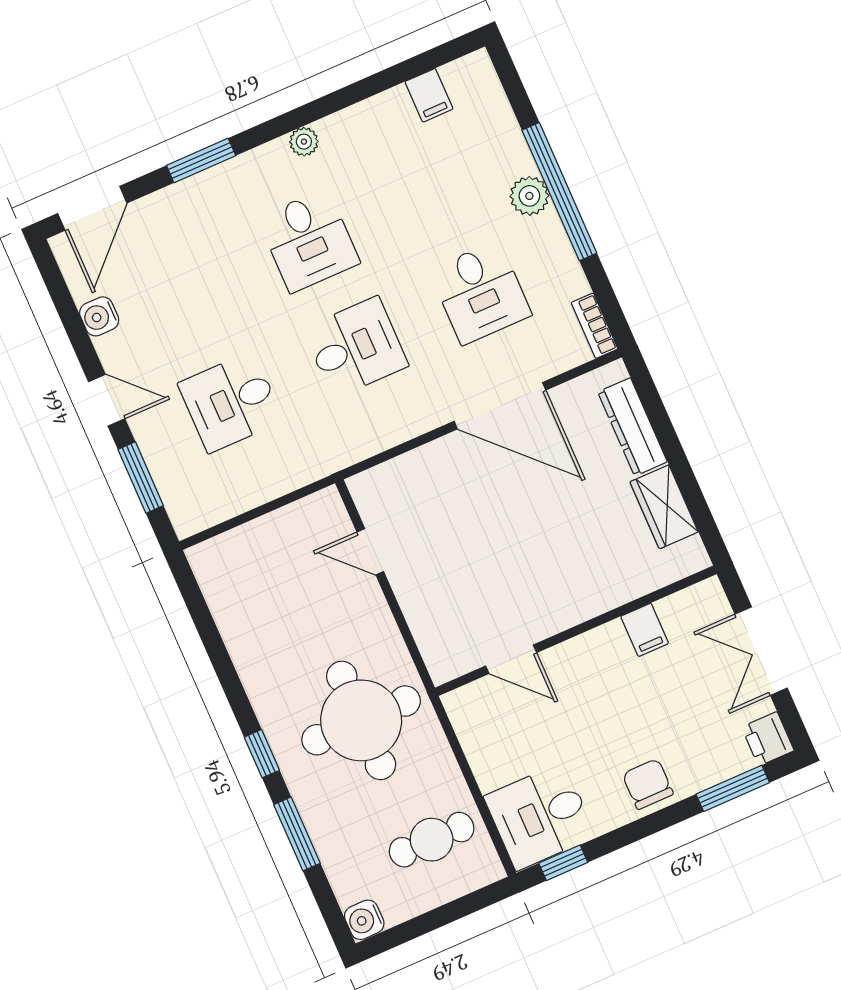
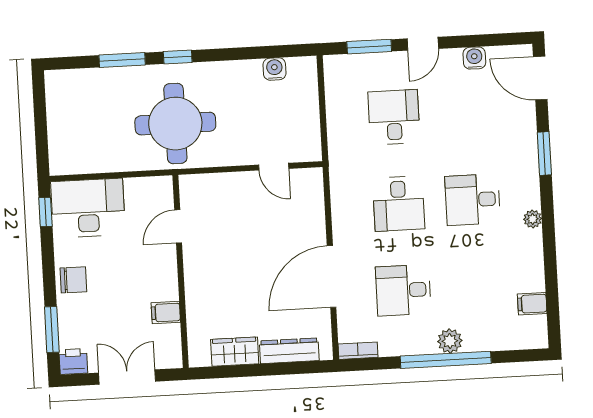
door: (370, 552) -> (274, 167), swing flipped
desk: (540, 816) -> (88, 208), width x1.37
cafe table: (432, 840) -> (89, 139), removed
water cooler: (364, 920) -> (274, 69), moved

